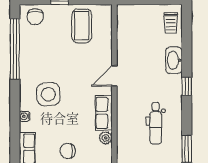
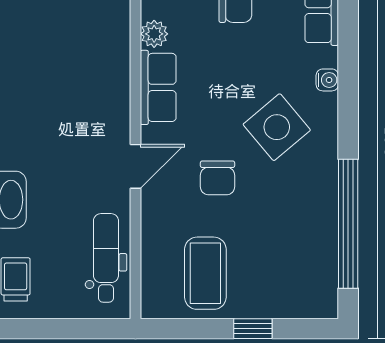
chair: (35, 17) -> (218, 178), moved, turned 180
side table: (48, 94) -> (277, 127), turned -36
dental chair: (156, 123) -> (106, 258), moved

